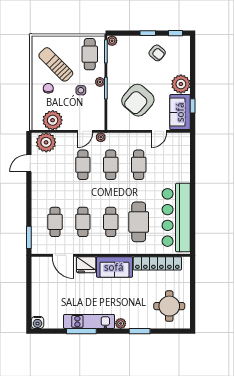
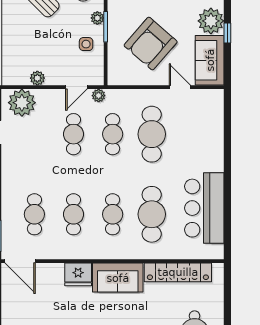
chair: (48, 88) -> (25, 27), removed
side table: (81, 90) -> (86, 44), moved
window: (193, 106) -> (227, 33), moved
plant: (53, 120) -> (37, 78), width x0.53, depth x0.53
door: (159, 131) -> (180, 87), swing flipped
cafe table: (139, 165) -> (152, 134), width x1.37, depth x1.35
bar counter: (176, 217) -> (204, 208), width x0.73
door: (63, 255) -> (20, 261), moved

